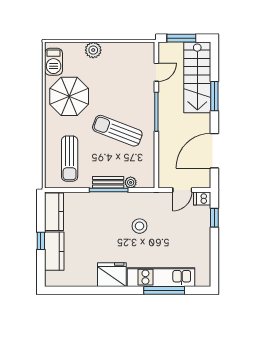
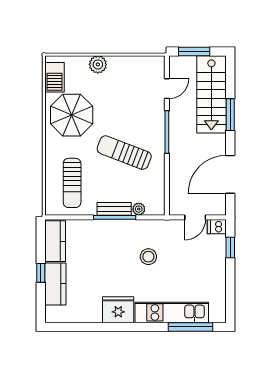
window: (164, 290) -> (191, 327), moved

